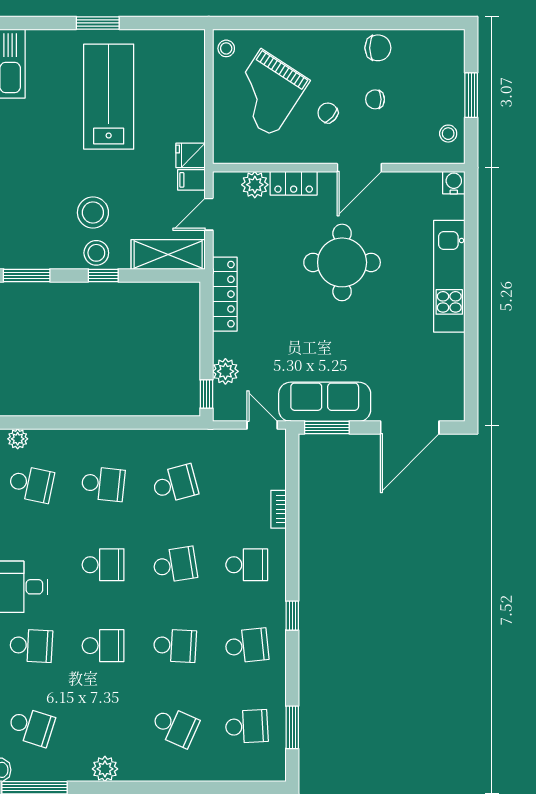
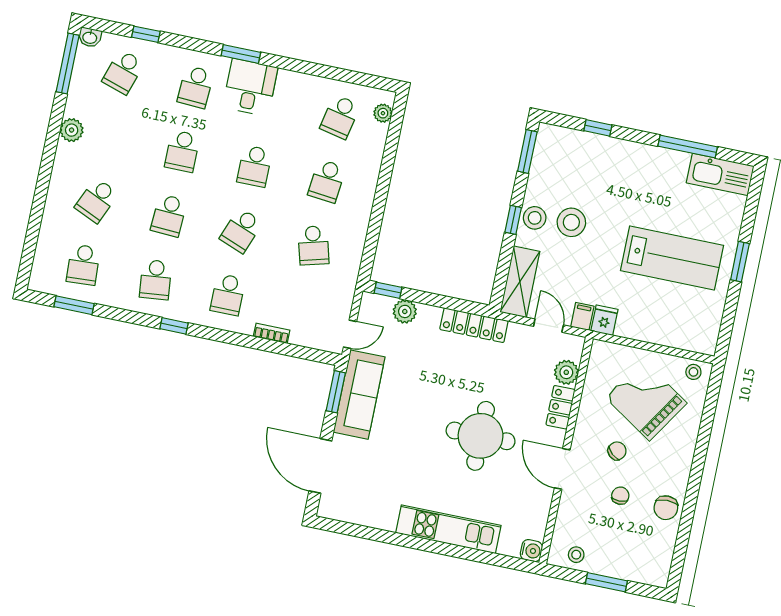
school desk: (175, 565) -> (241, 230), turned 30

